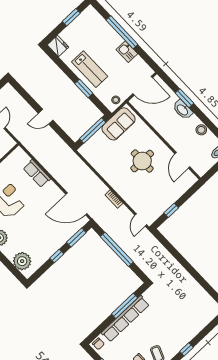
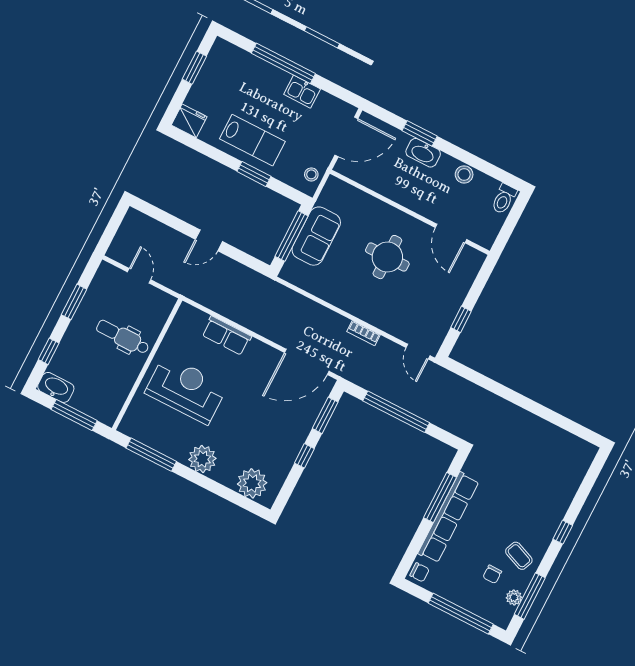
sofa: (119, 124) -> (316, 236), moved

